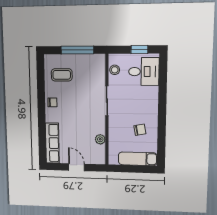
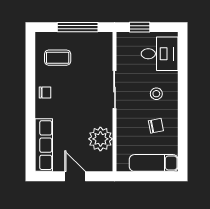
window: (139, 49) -> (140, 27), moved
stool: (115, 70) -> (156, 94), moved
plant: (100, 139) -> (100, 139), width x1.88, depth x1.88

